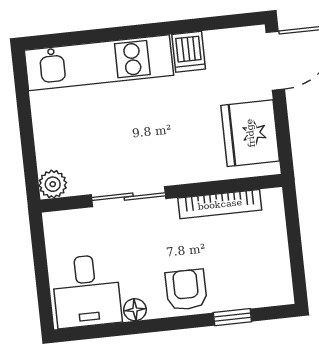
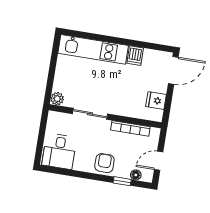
fridge: (250, 133) -> (156, 101), width x0.53, depth x0.75
door: (296, 255) -> (159, 161), added
floor lamp: (135, 310) -> (136, 175), moved

